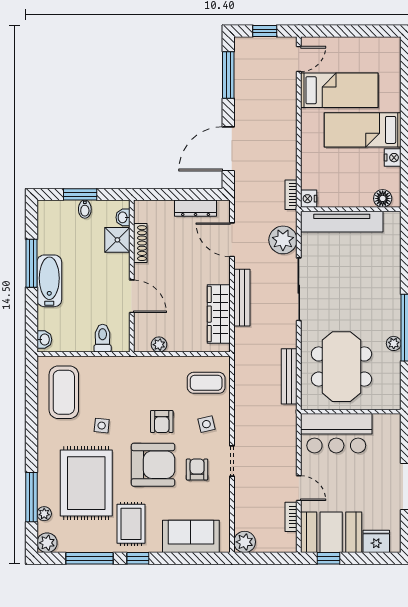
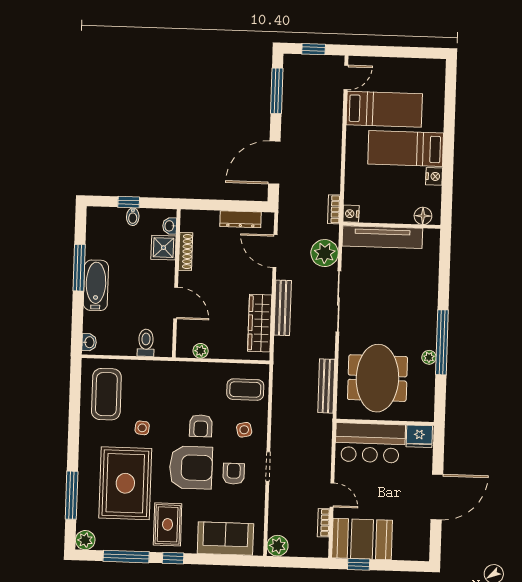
window: (80, 194) -> (129, 202), width x0.67
plant: (44, 514) -> (83, 512), removed
fridge: (376, 541) -> (419, 436), moved, turned 180

